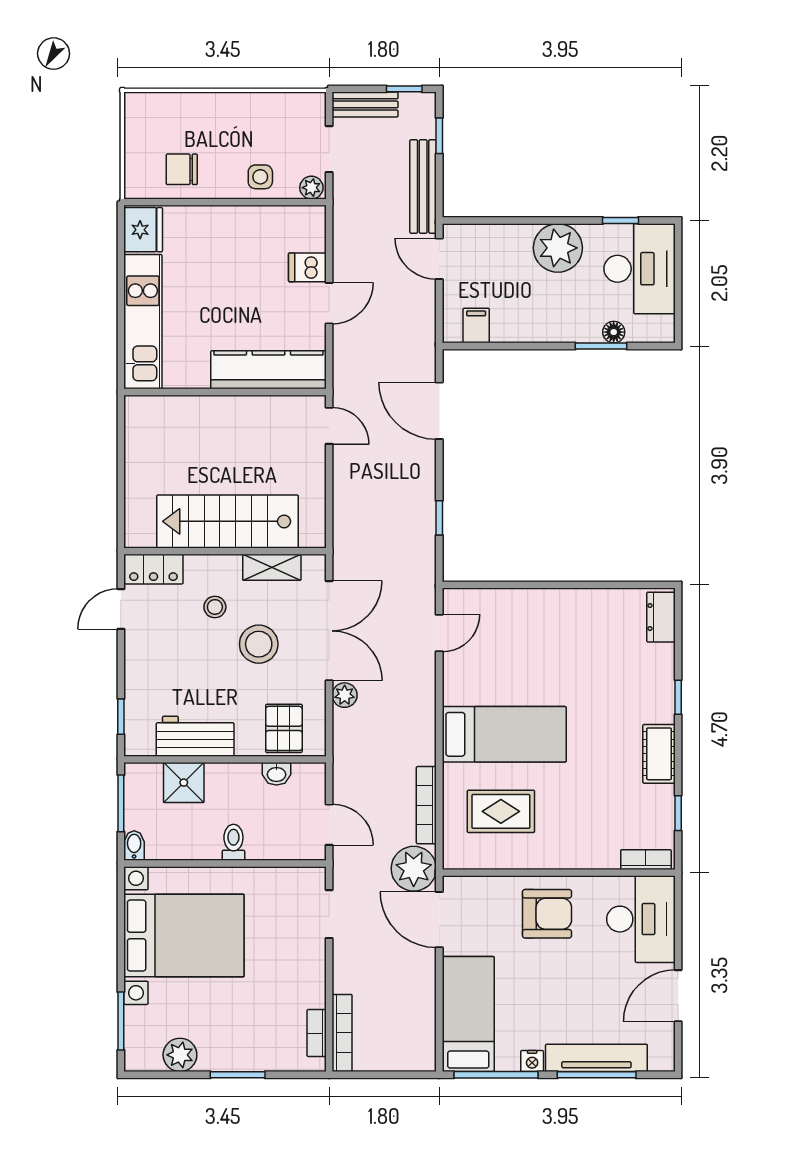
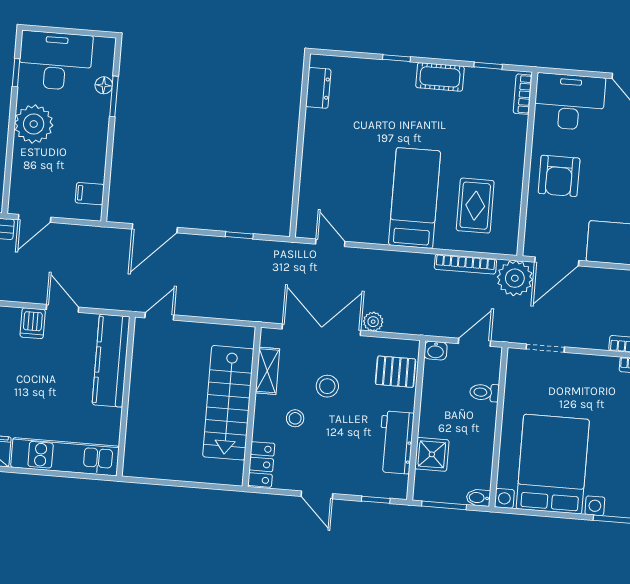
door: (121, 609) -> (317, 495), moved
dresser: (661, 617) -> (318, 88), moved, turned -90
stool: (259, 644) -> (327, 386), width x0.73, depth x0.73
washbasin: (276, 774) -> (436, 351), moved, turned 90
toilet: (233, 842) -> (484, 392), moved
armchair: (547, 914) -> (559, 176), turned 180

